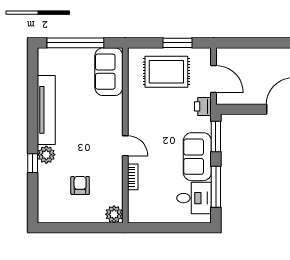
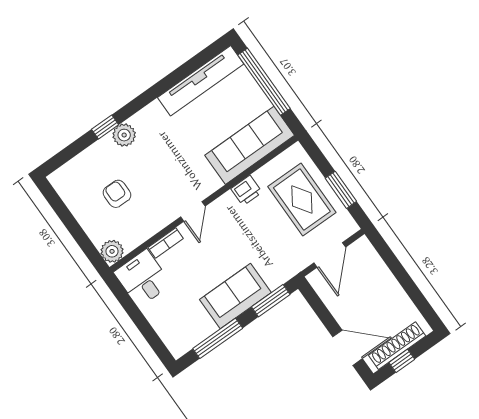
sofa: (109, 72) -> (250, 145), width x1.36
printer: (203, 106) -> (246, 190), moved, turned 180
tv unit: (46, 110) -> (201, 81), moved
armchair: (80, 185) -> (117, 194), turned -90
desk: (194, 198) -> (143, 278), moved, turned 180

